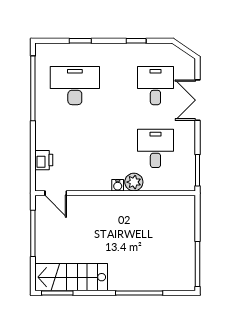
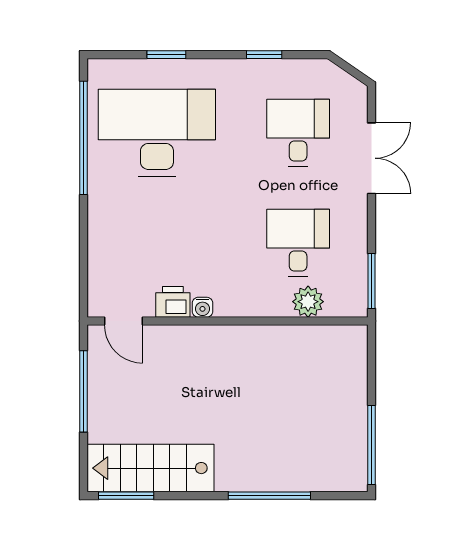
desk: (75, 86) -> (157, 133), width x1.36, depth x1.30
double door: (197, 100) -> (371, 158), swing flipped
printer: (44, 160) -> (173, 302), moved, turned -90
plant: (134, 182) -> (308, 302), moved
water cooler: (118, 185) -> (202, 307), moved

